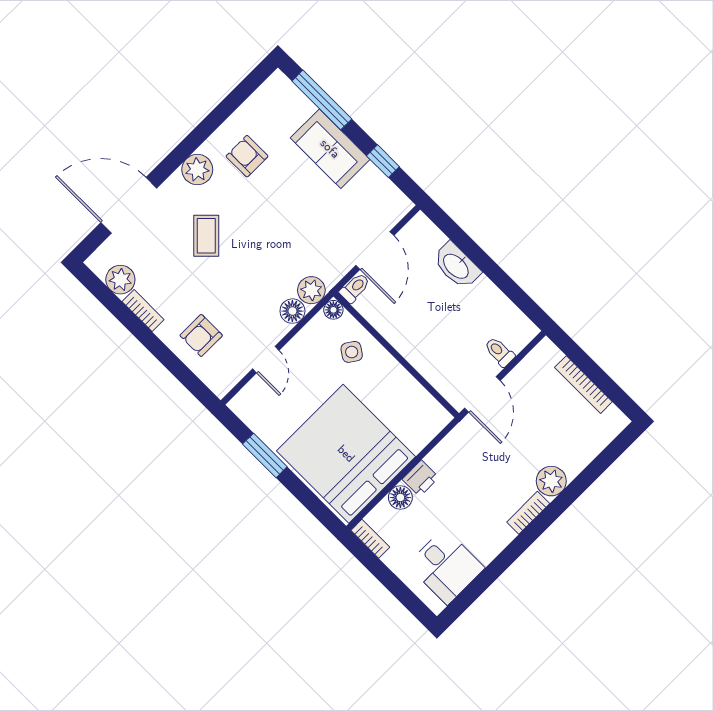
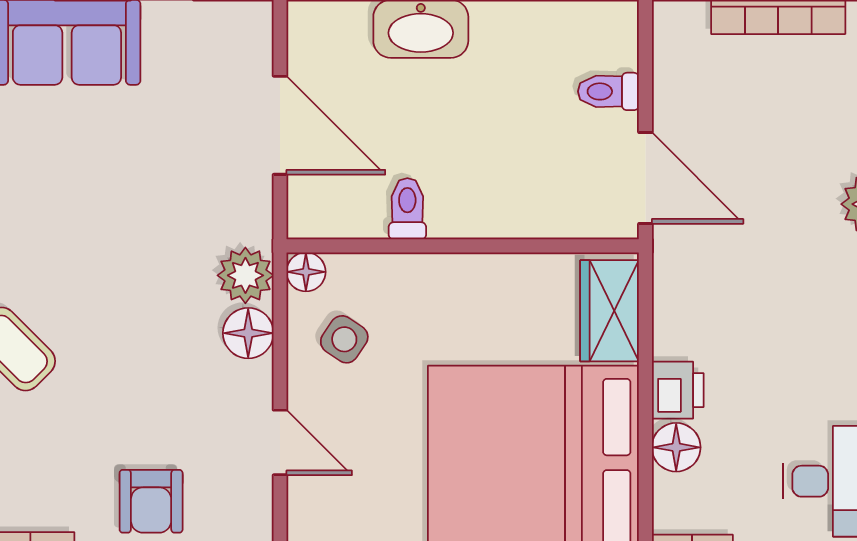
toilet: (355, 288) -> (407, 209), moved
side table: (352, 352) -> (344, 339), moved
wardrobe: (424, 428) -> (610, 311), added

